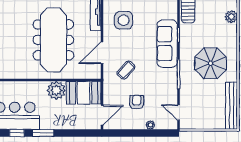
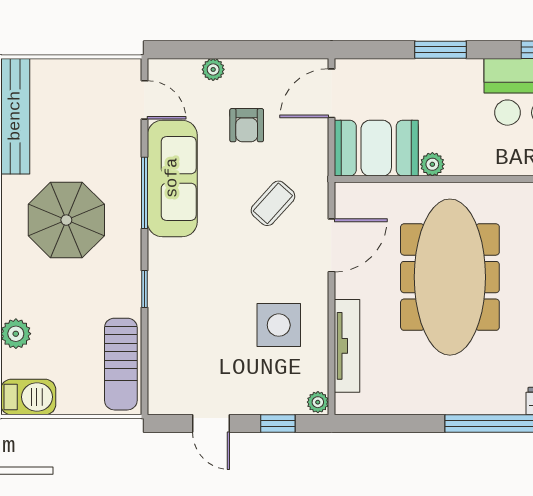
sofa: (167, 44) -> (172, 178), moved
plant: (56, 90) -> (432, 164), width x0.53, depth x0.53
window: (43, 133) -> (441, 50), moved

